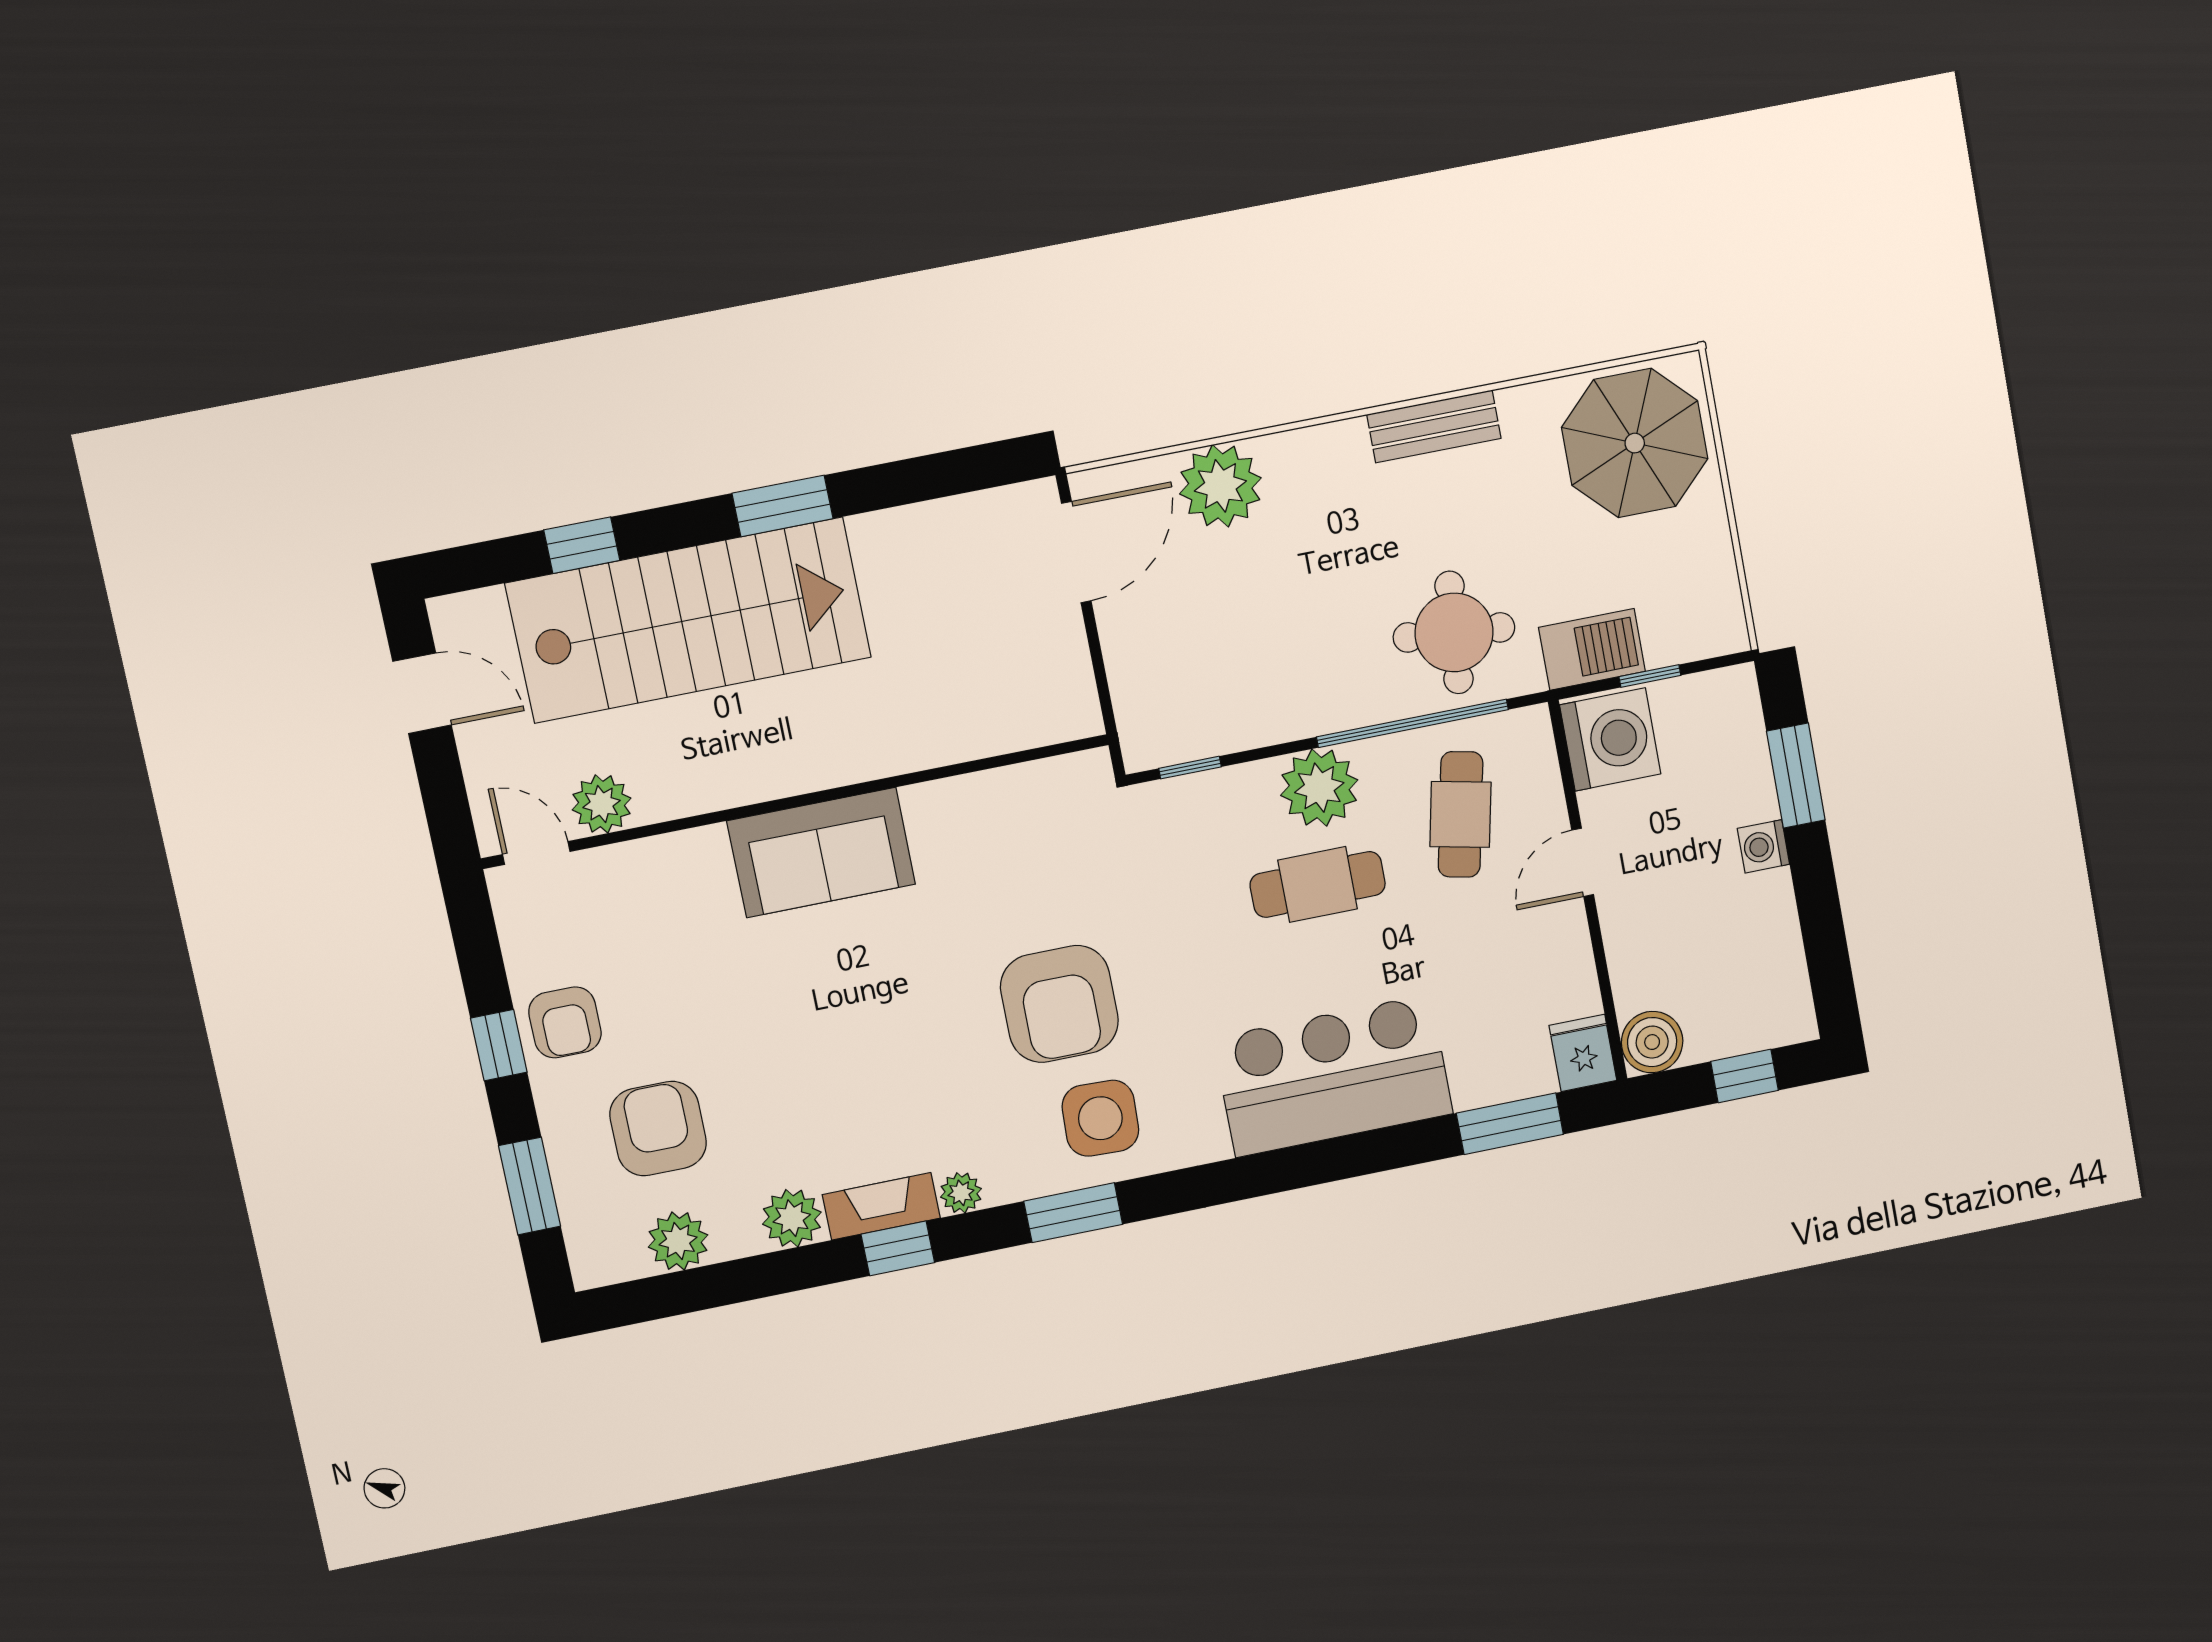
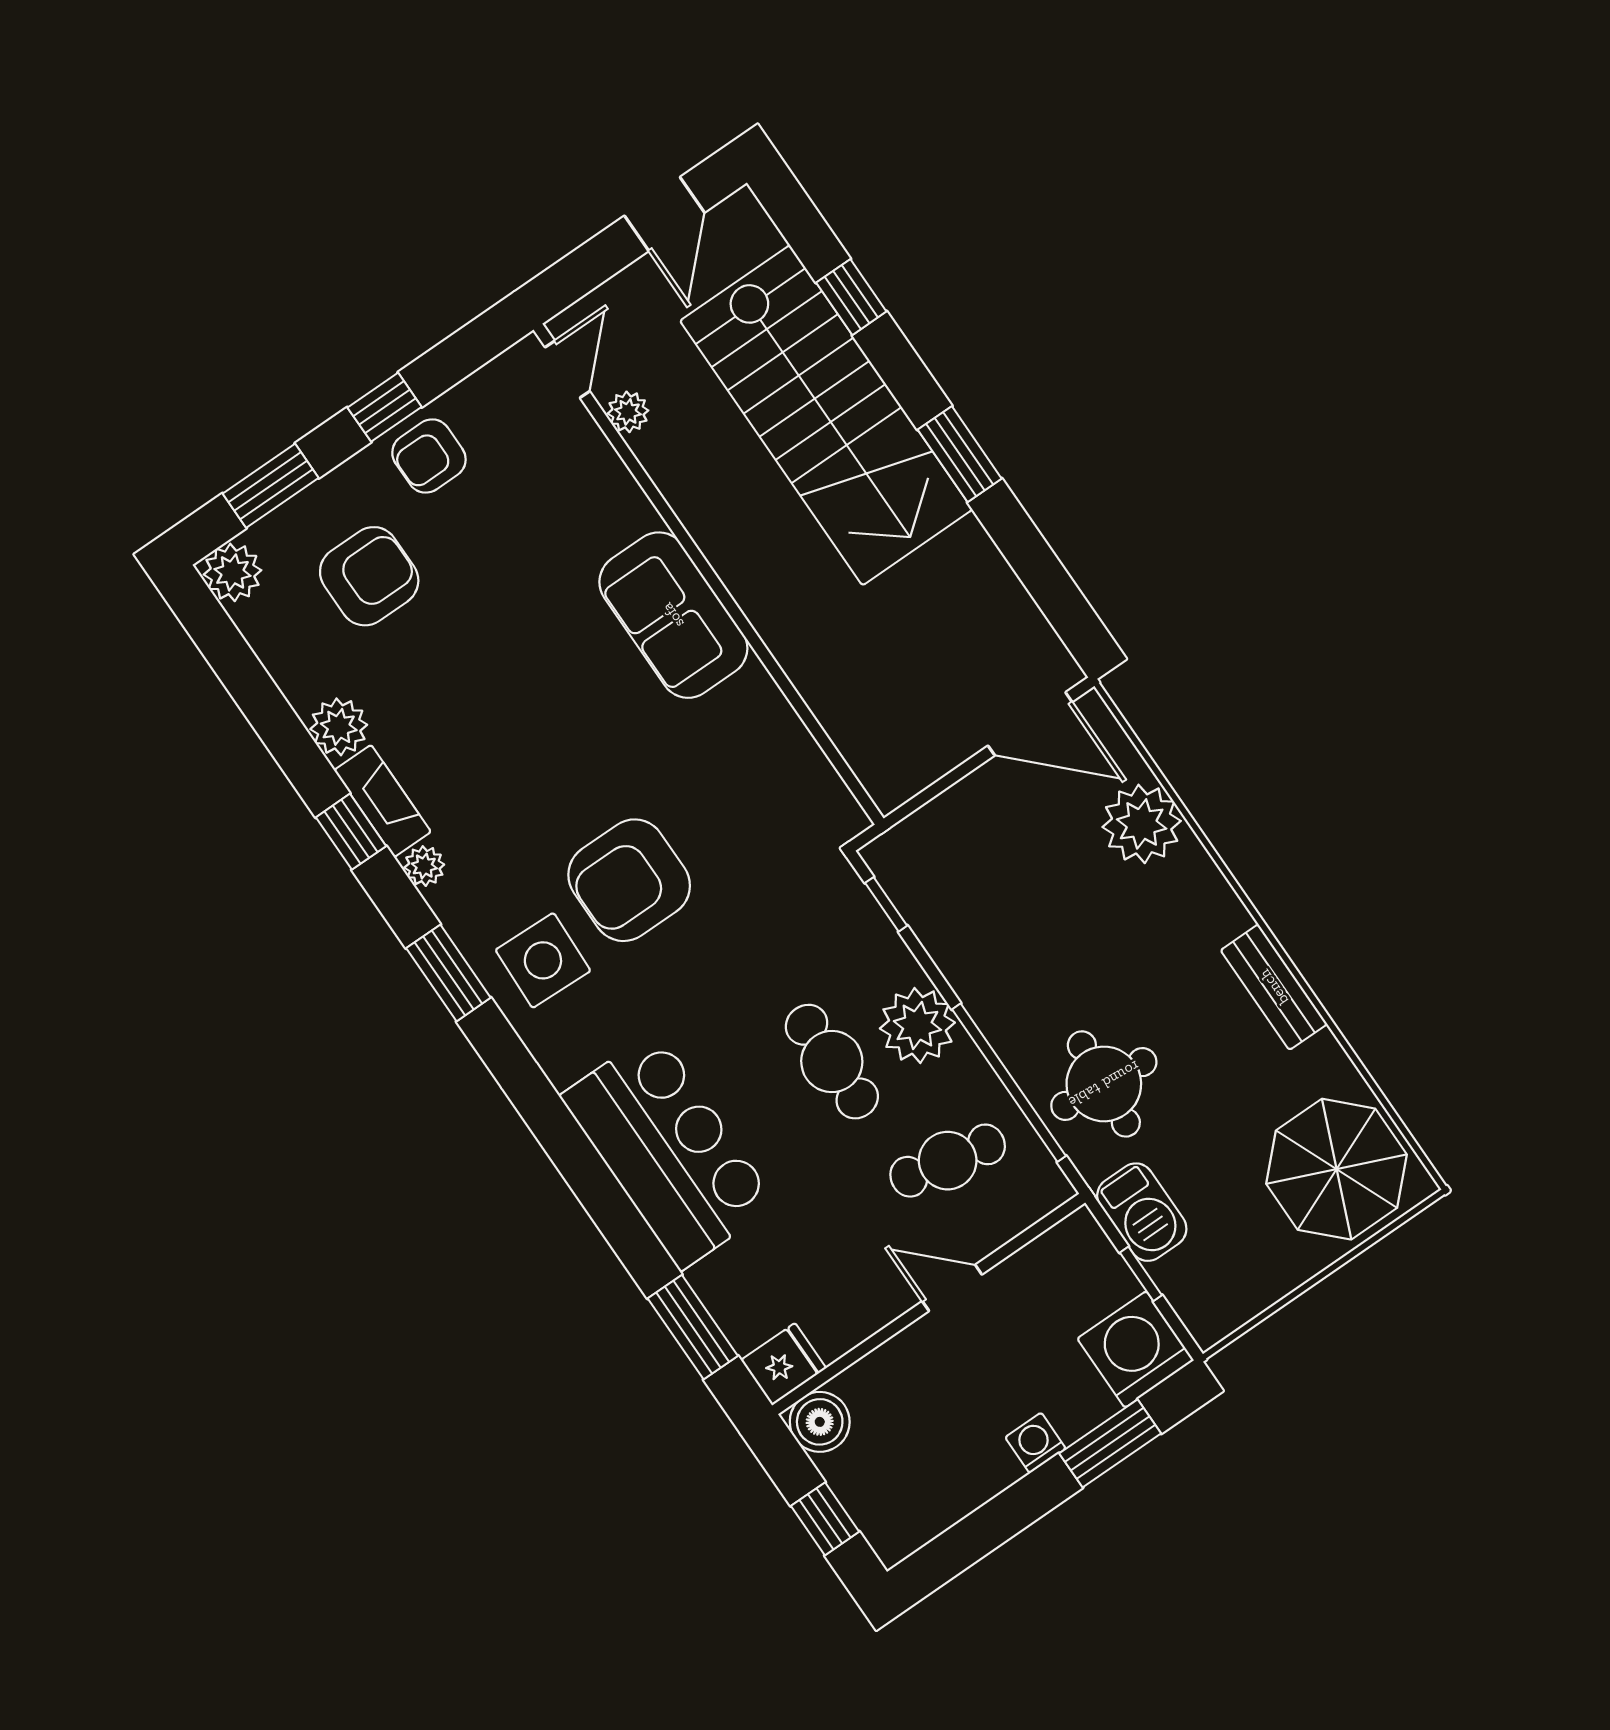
washing machine: (1610, 739) -> (1136, 1349), moved, turned 180
plant: (602, 804) -> (628, 412), width x0.73, depth x0.73
plant: (678, 1241) -> (233, 572), moved

